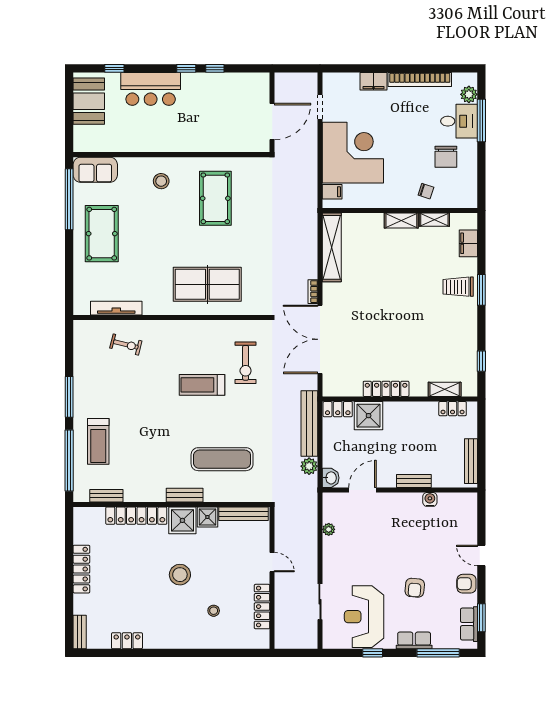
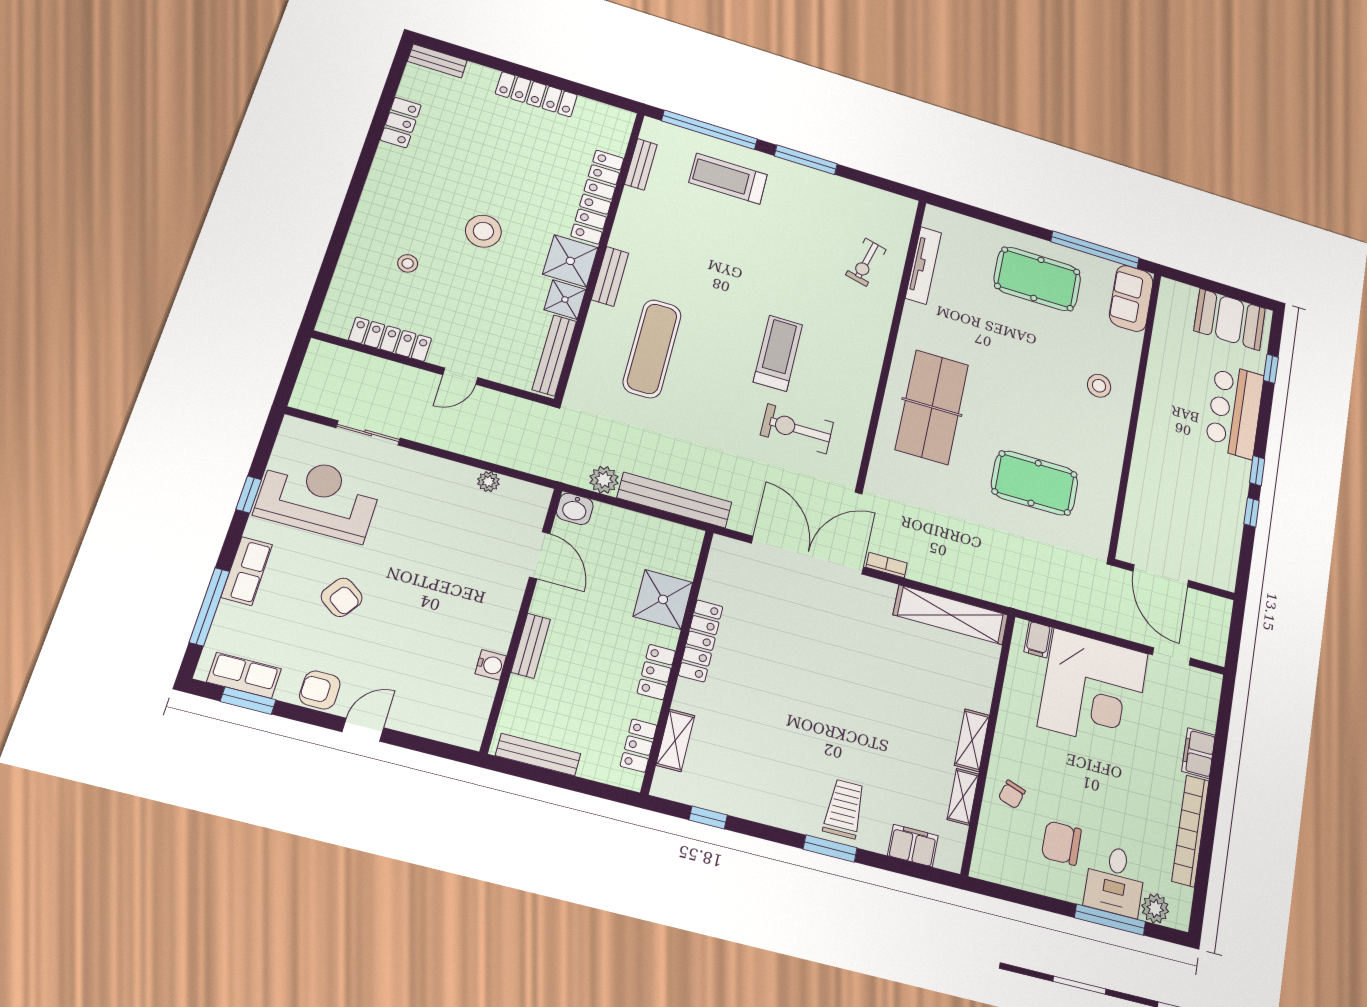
pool table: (215, 198) -> (1035, 483), moved
locker: (338, 409) -> (656, 672), moved
armchair: (466, 584) -> (320, 690), turned -90
armchair: (415, 588) -> (342, 597), turned -150

